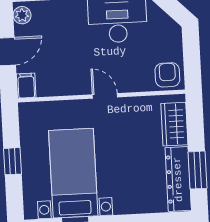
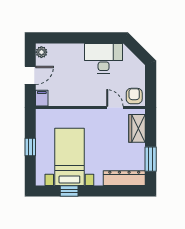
door: (105, 96) -> (115, 108), moved
dresser: (178, 179) -> (124, 178), moved, turned 90

